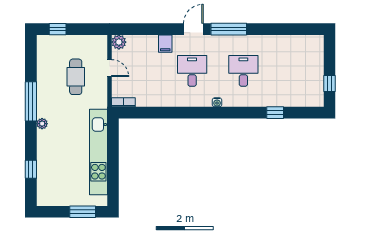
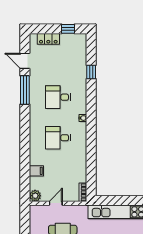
door: (193, 29) -> (25, 61), moved
window: (229, 29) -> (25, 90), moved
filing cabinet: (165, 44) -> (36, 171), moved
locker: (317, 59) -> (48, 39), added

